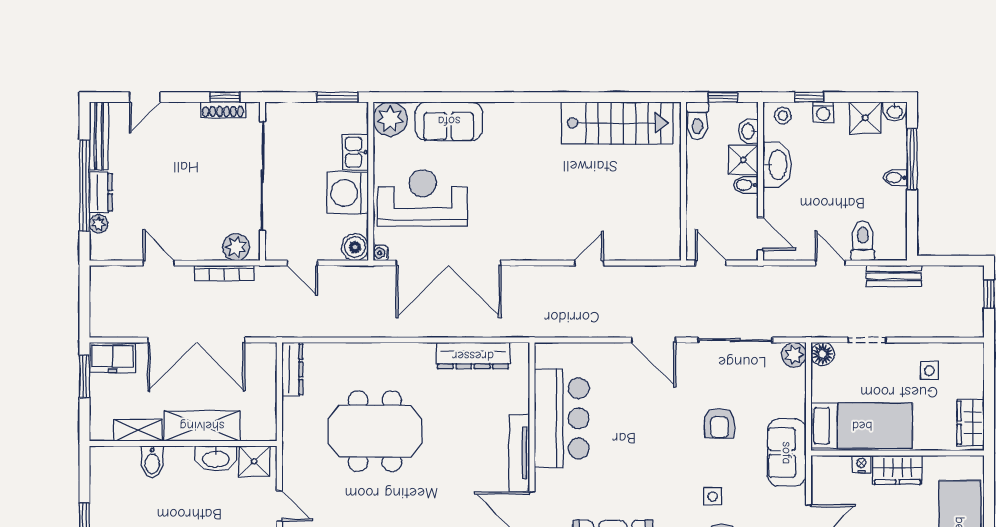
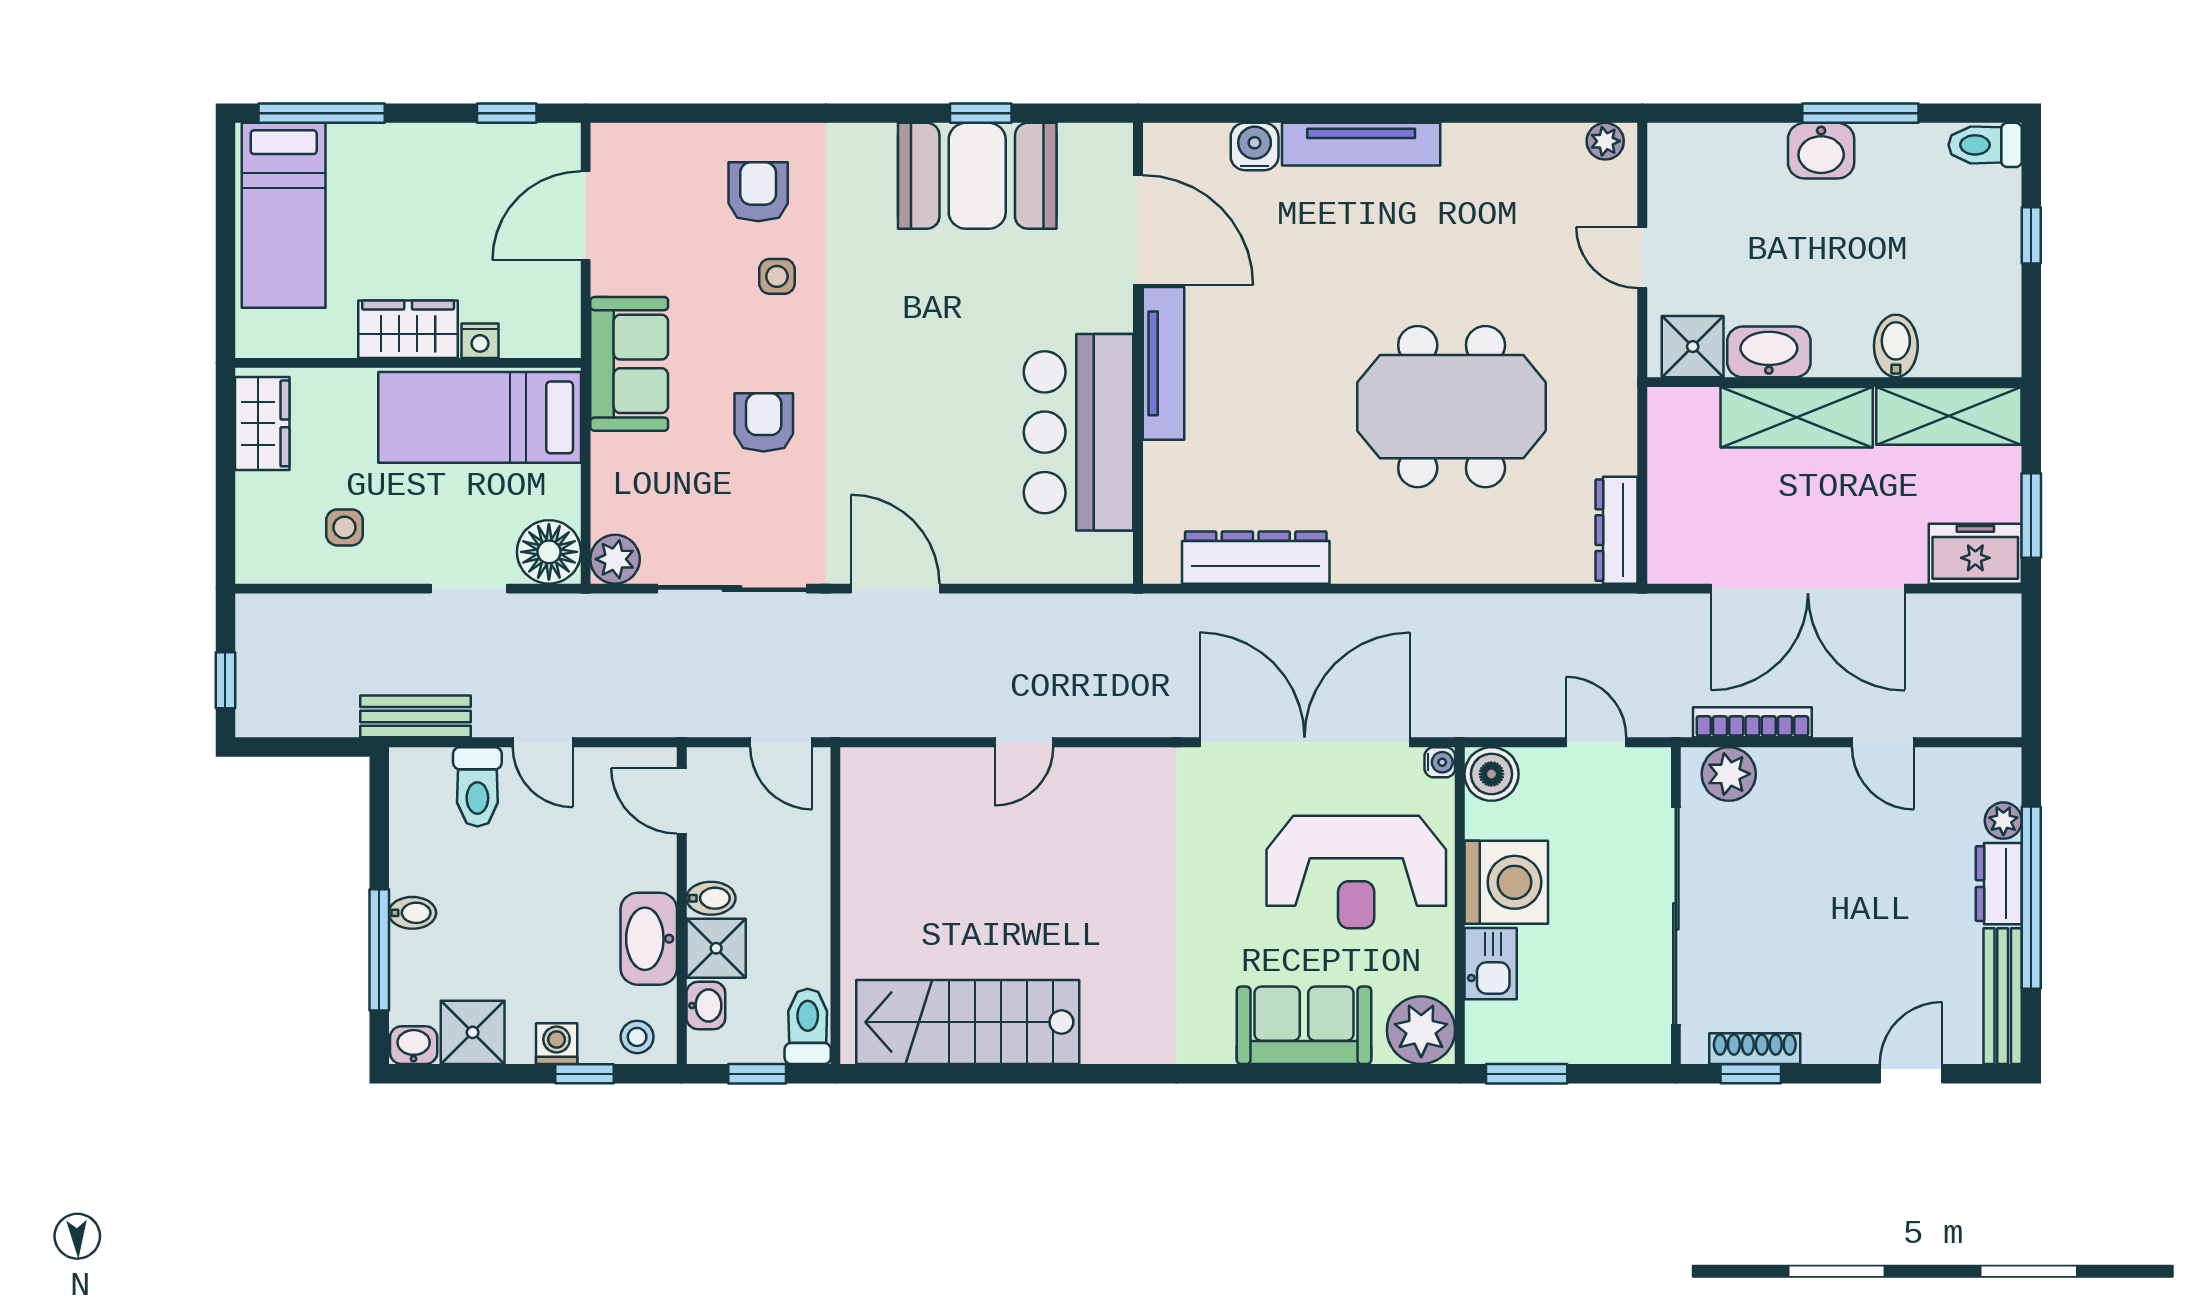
double door: (196, 340) -> (1808, 589), swing flipped
floor lamp: (823, 354) -> (549, 552), width x1.38, depth x1.38
shelving: (138, 430) -> (1949, 416), width x1.50, depth x1.33

